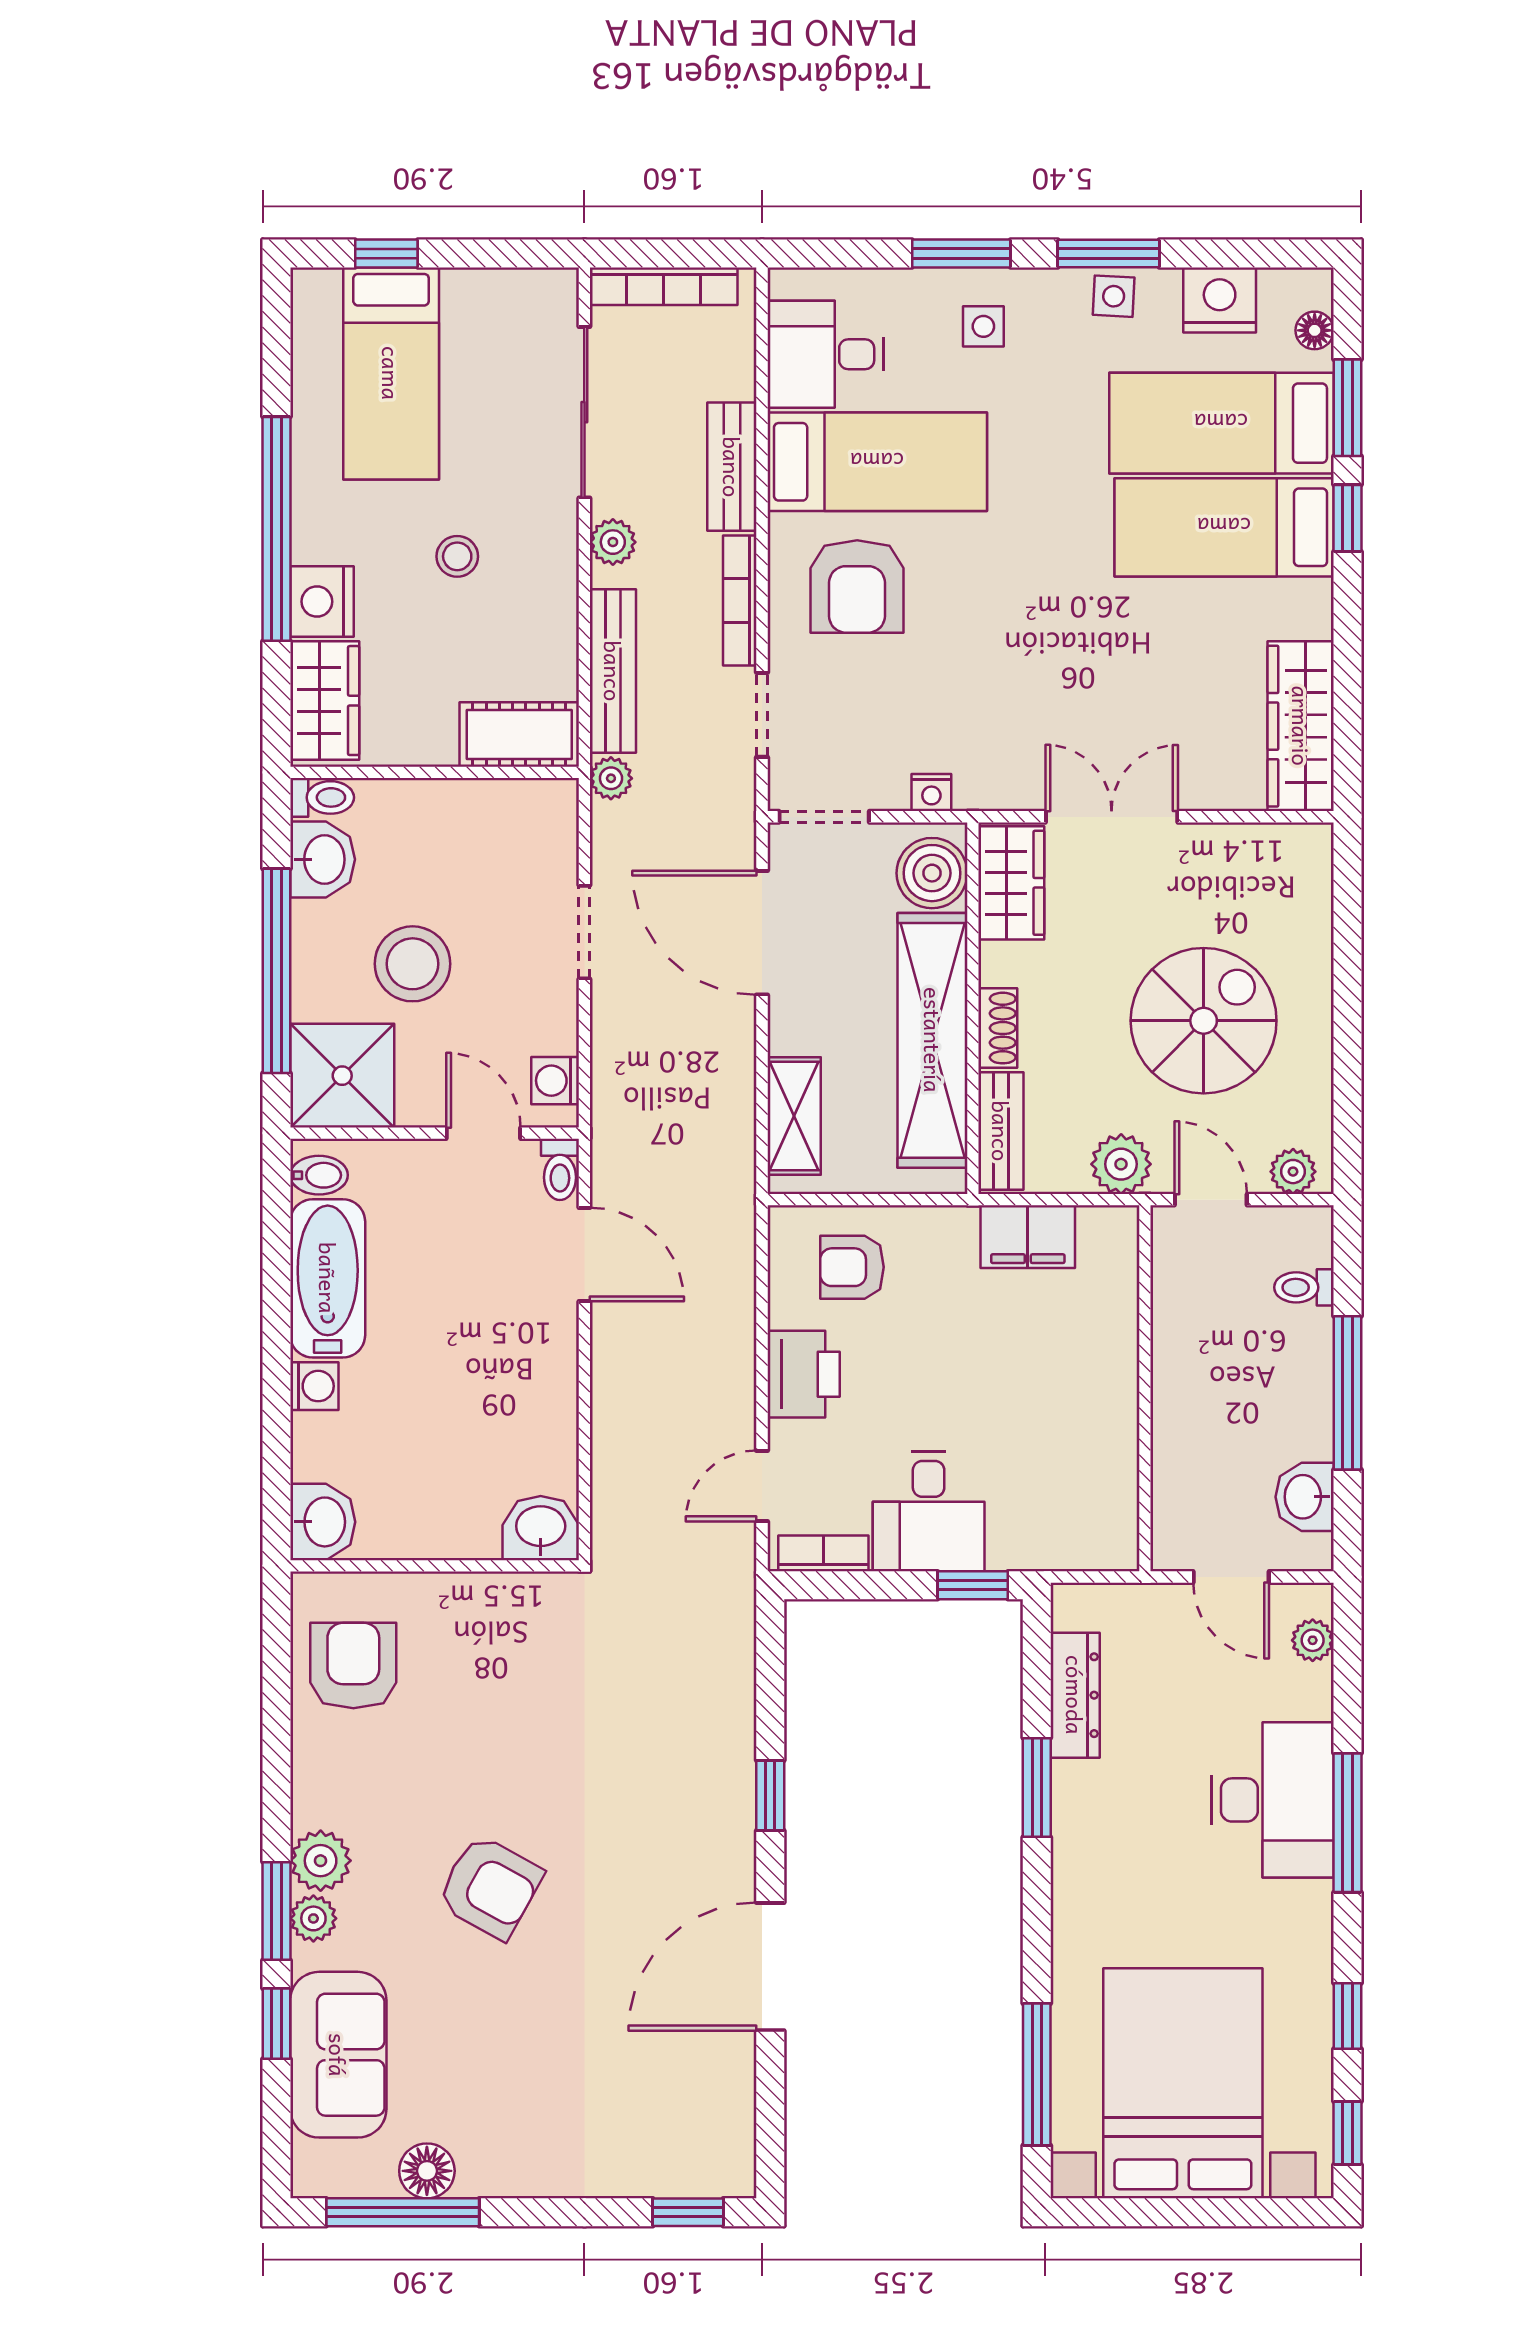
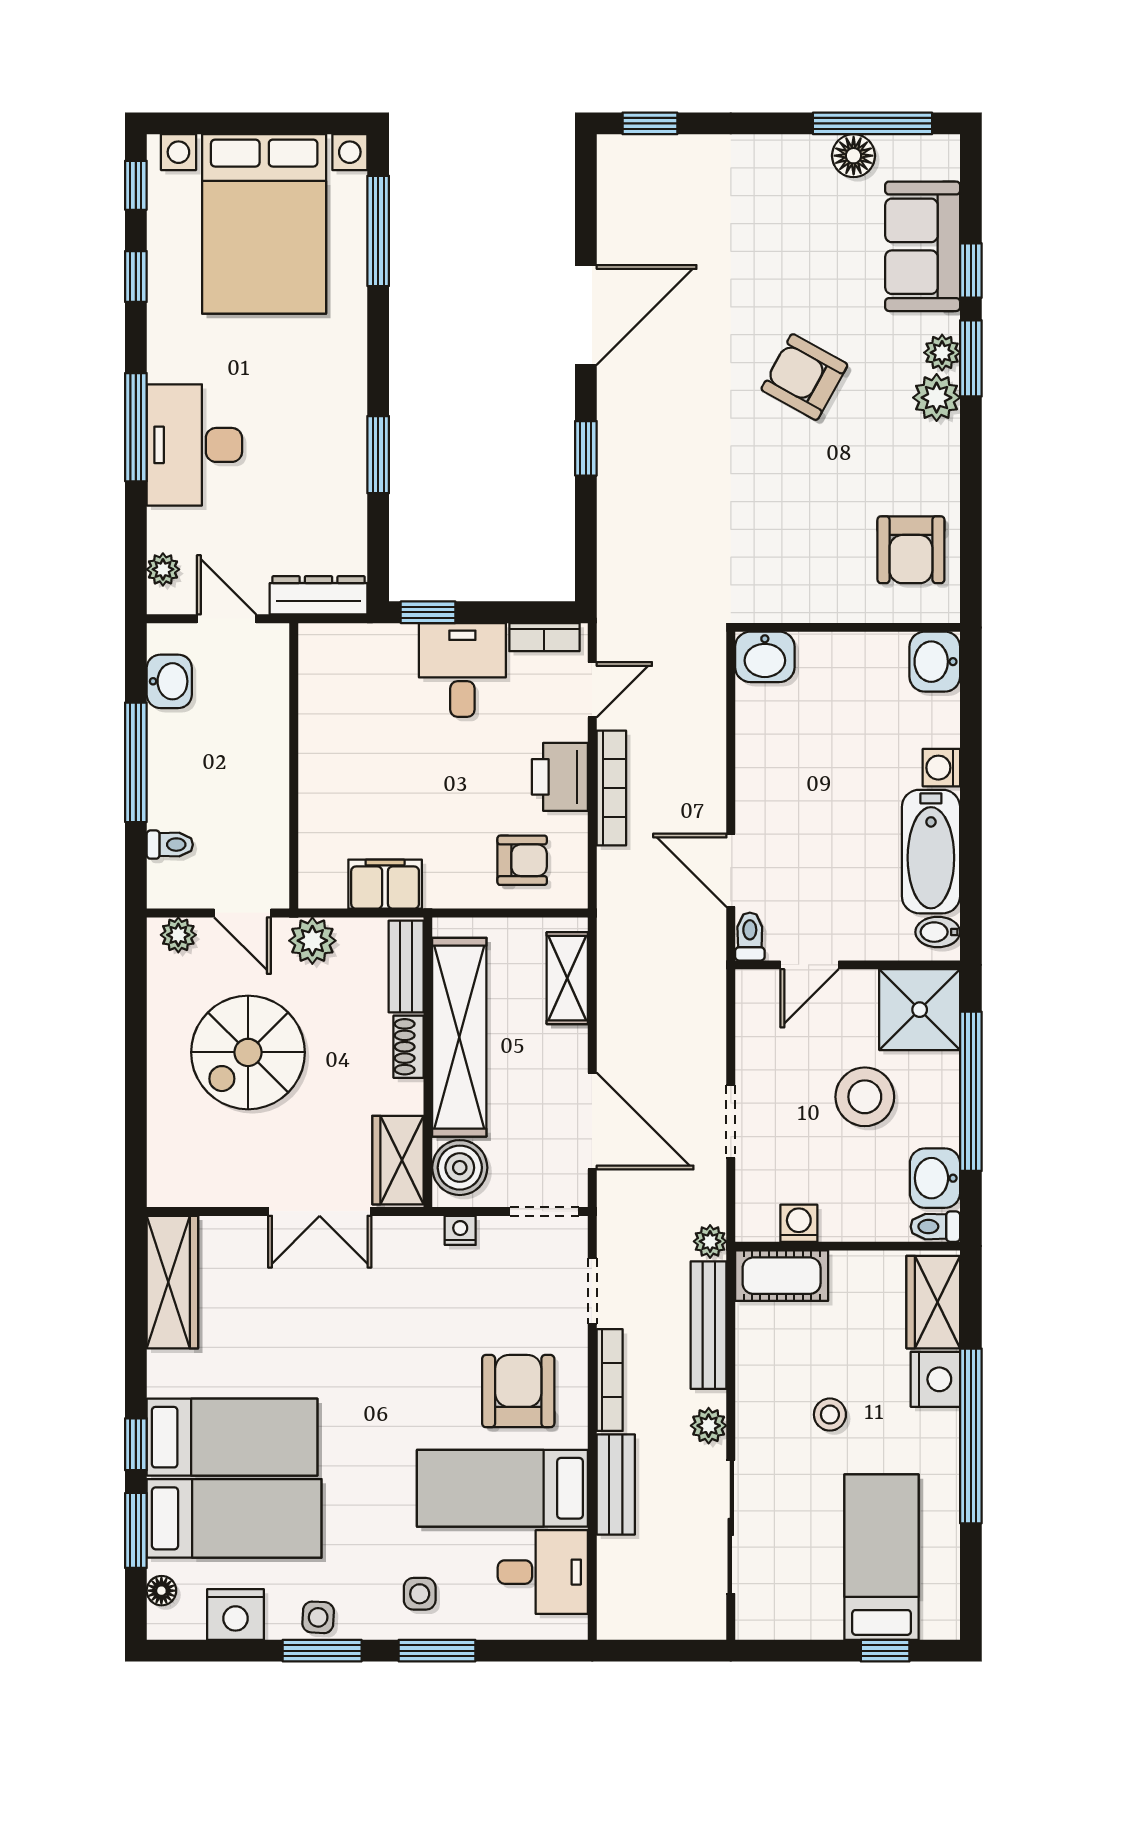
bookcase: (664, 286) -> (611, 788), moved, turned 90
washing machine: (555, 1081) -> (799, 1223), moved, turned -90
door: (483, 1133) -> (810, 965), hinge flipped
dresser: (1075, 1695) -> (319, 595), moved, turned 90

